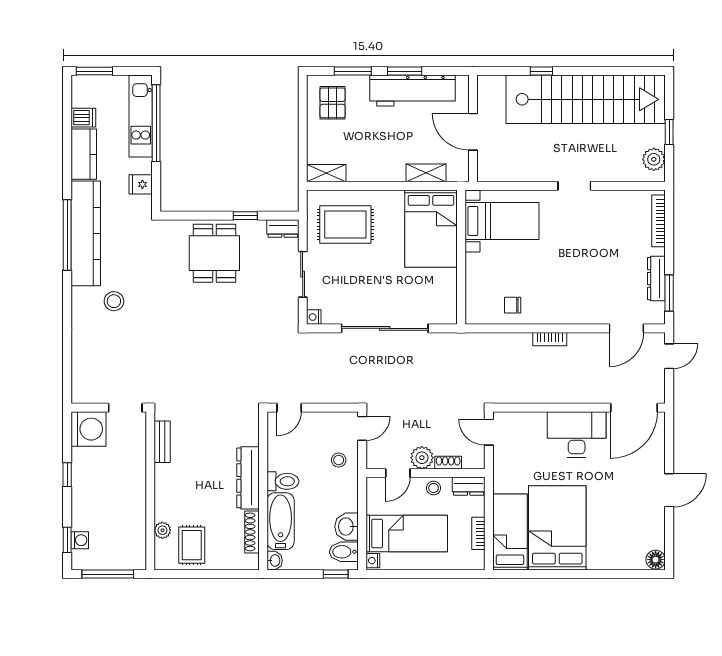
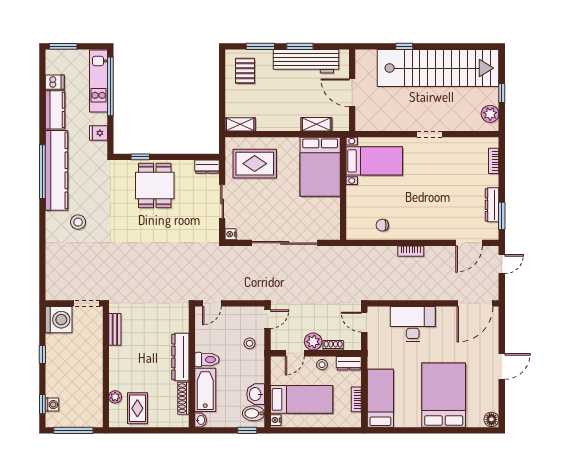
window: (245, 216) -> (140, 157), moved
bookcase: (658, 221) -> (494, 161), width x0.64
desk: (577, 435) -> (413, 324), moved
bed: (557, 528) -> (444, 395), moved

